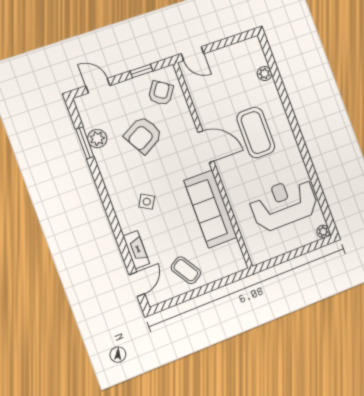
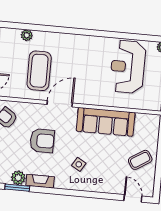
coffee table: (256, 133) -> (39, 71), moved, turned 90
armchair: (143, 135) -> (42, 141), moved, turned -61
fireplace: (136, 250) -> (40, 181), moved

